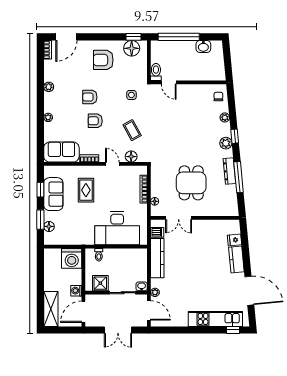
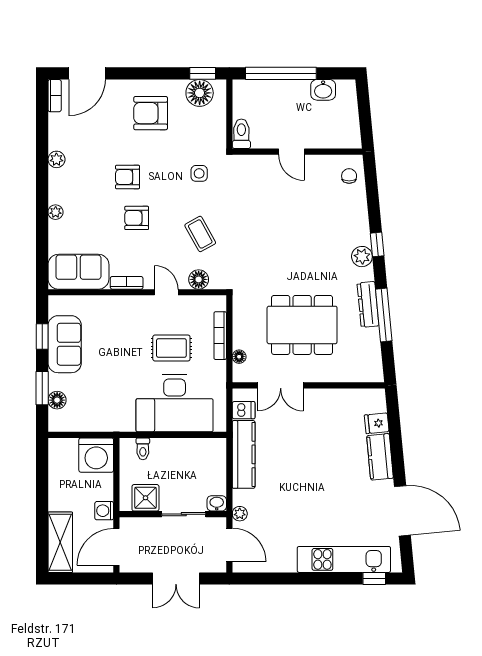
door: (169, 82) -> (291, 152), moved
plant: (225, 117) -> (360, 212), removed
dining table: (191, 183) -> (302, 325), width x1.38
rug: (86, 190) -> (171, 348), moved, turned 90

